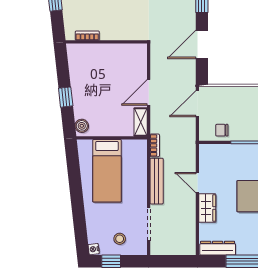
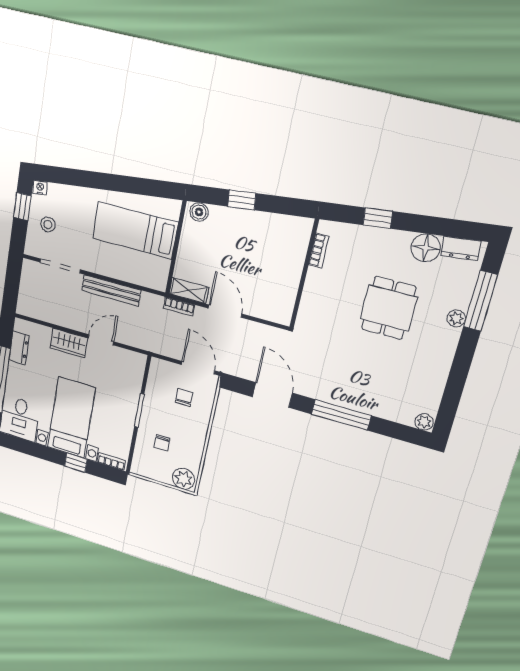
chair: (222, 130) -> (184, 397), moved
bookcase: (155, 145) -> (179, 307), moved
dresser: (218, 248) -> (19, 348), width x0.70

